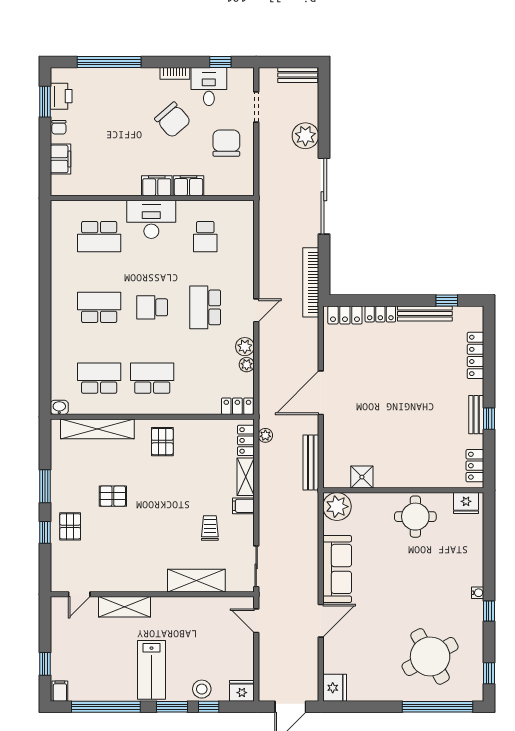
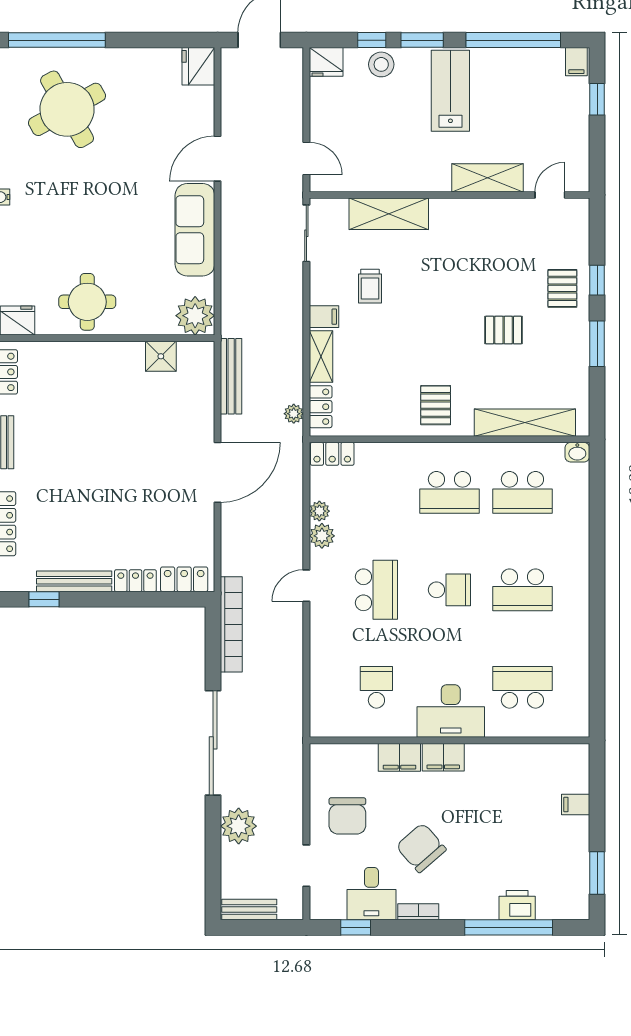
printer: (61, 96) -> (517, 905), moved, turned 90
chair: (59, 127) -> (578, 838), removed
filing cabinet: (60, 159) -> (576, 804), width x0.50

